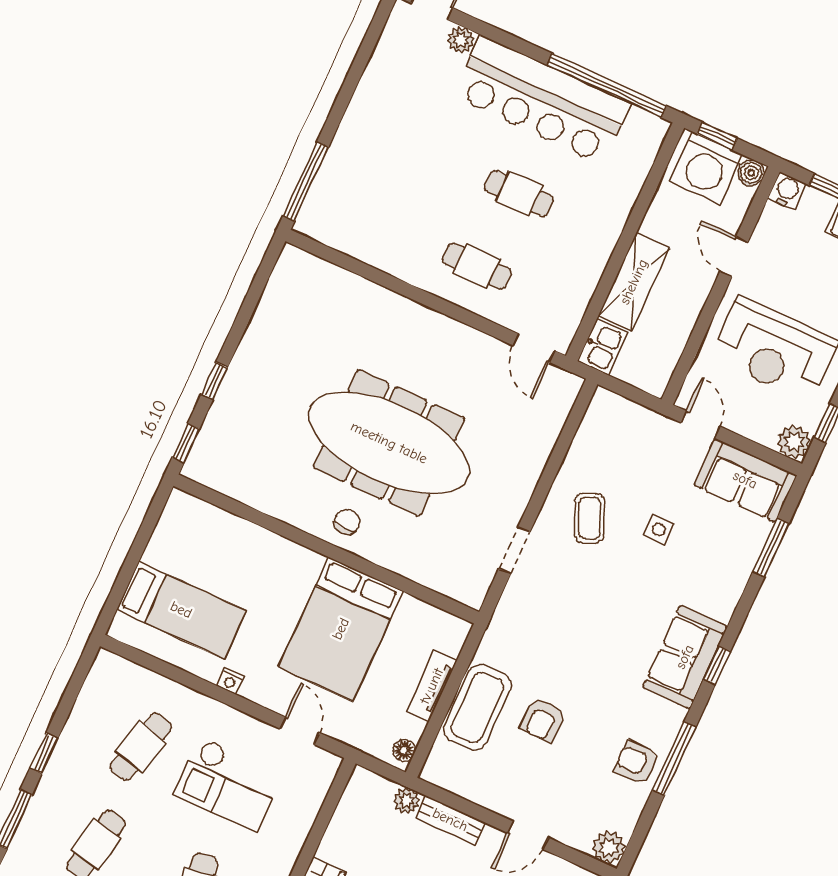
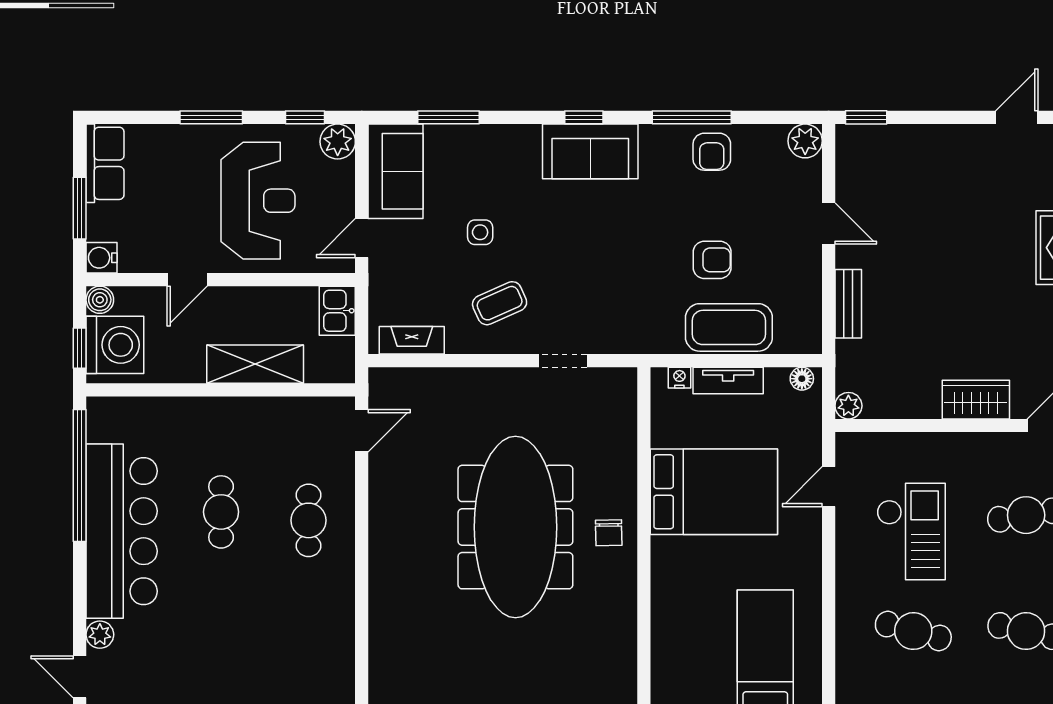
kitchen sink: (603, 347) -> (337, 311), moved, turned -90
fireplace: (592, 427) -> (412, 340), added
chair: (347, 522) -> (609, 533), turned -91
nightstand: (230, 681) -> (679, 378), moved, turned -90
plant: (407, 801) -> (848, 406), moved

